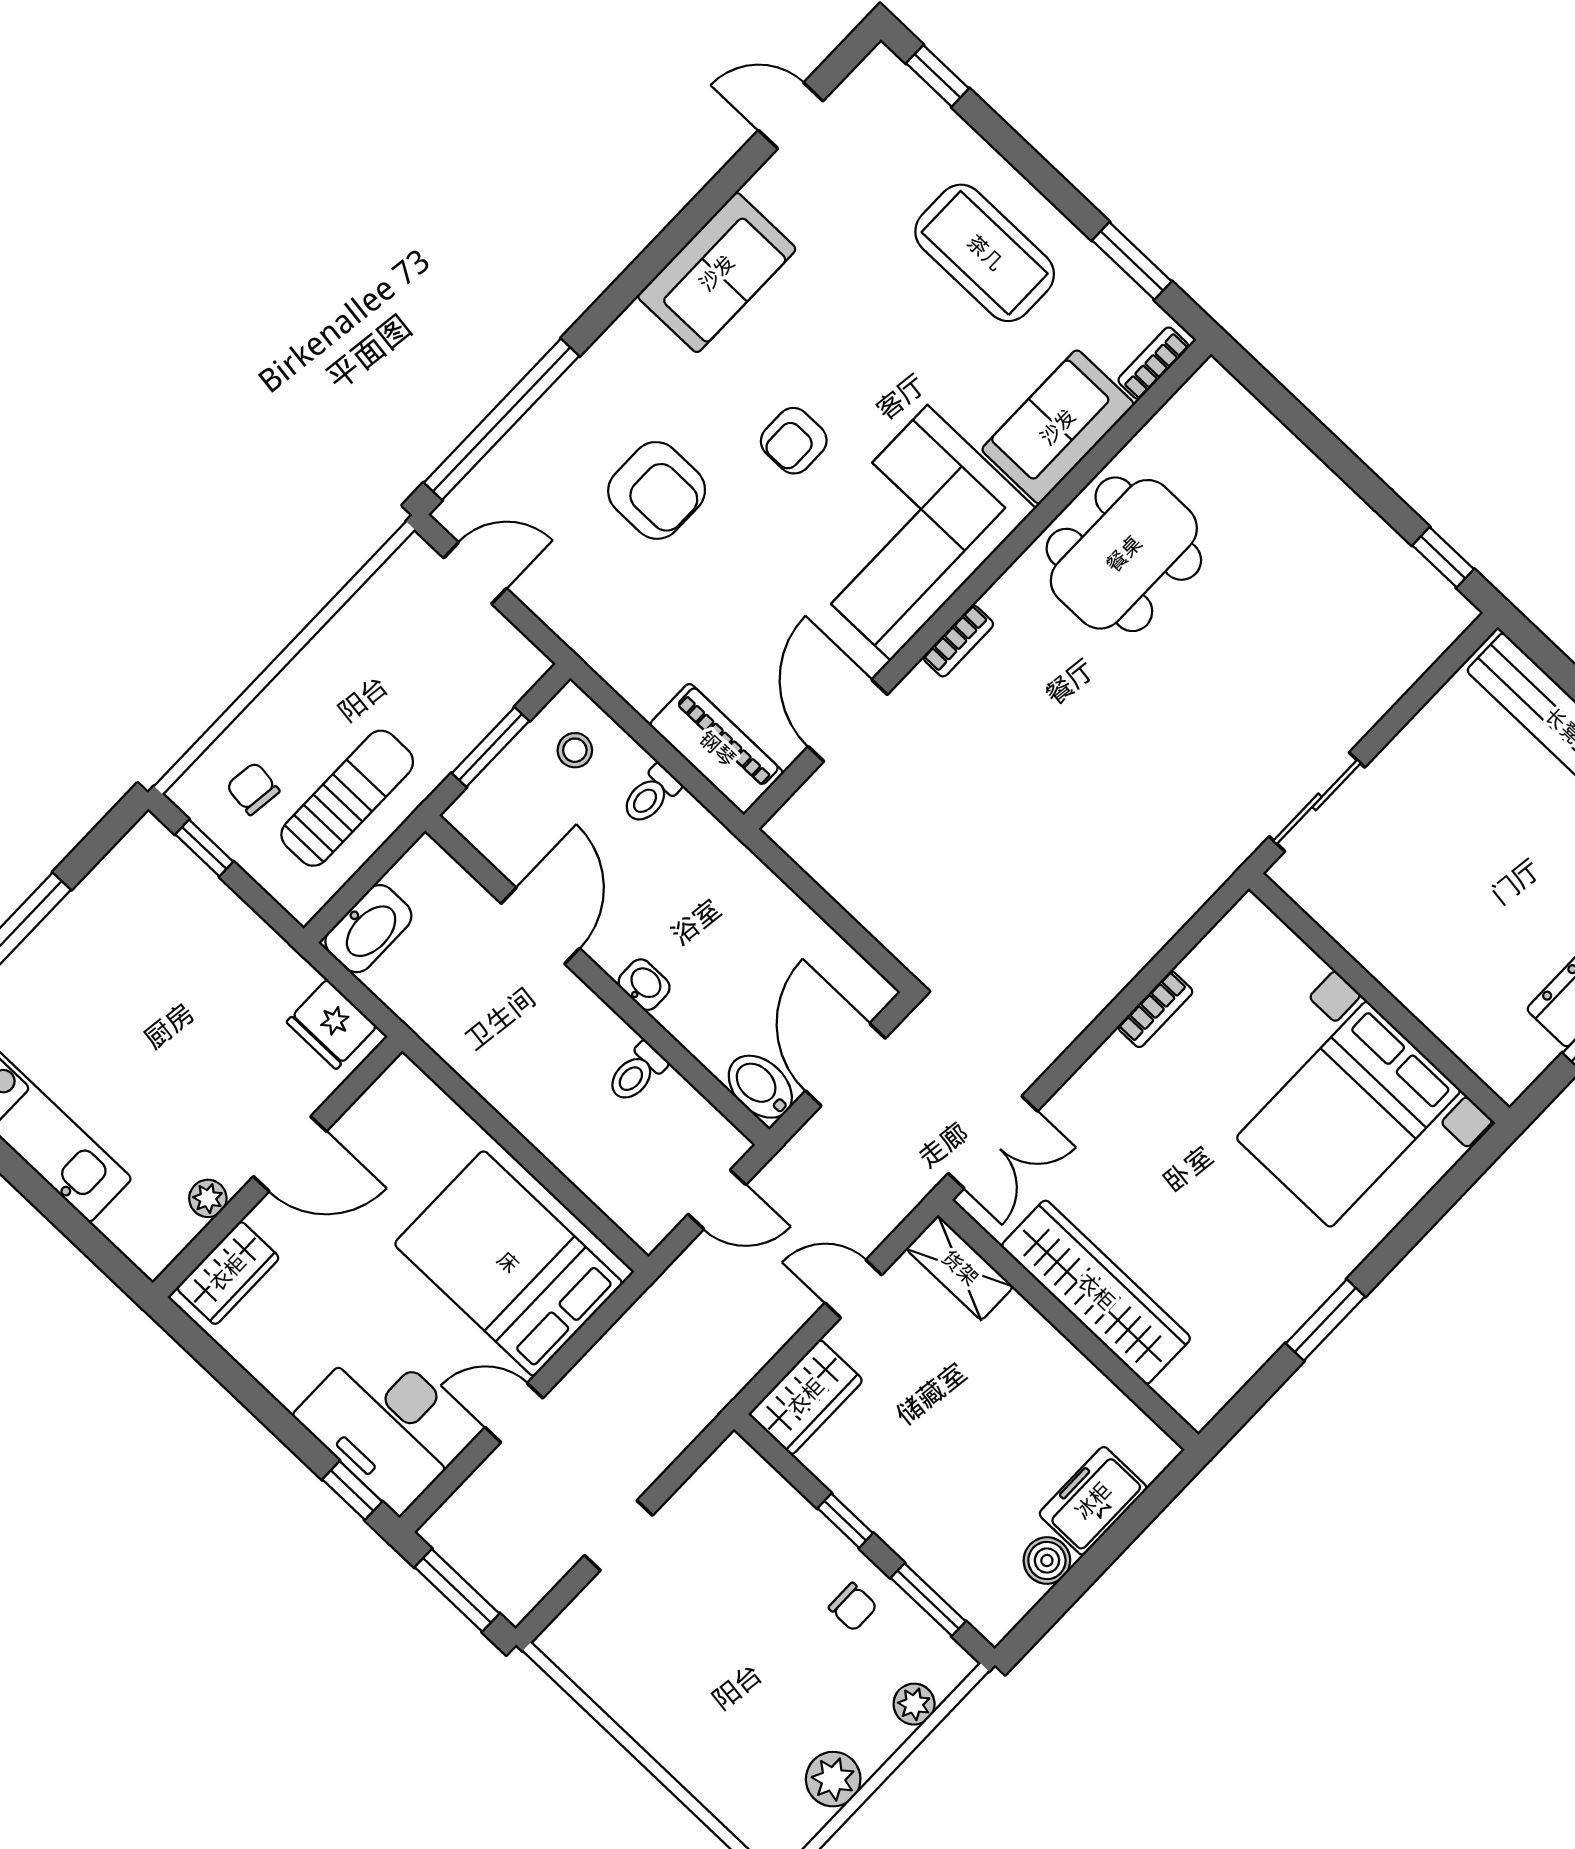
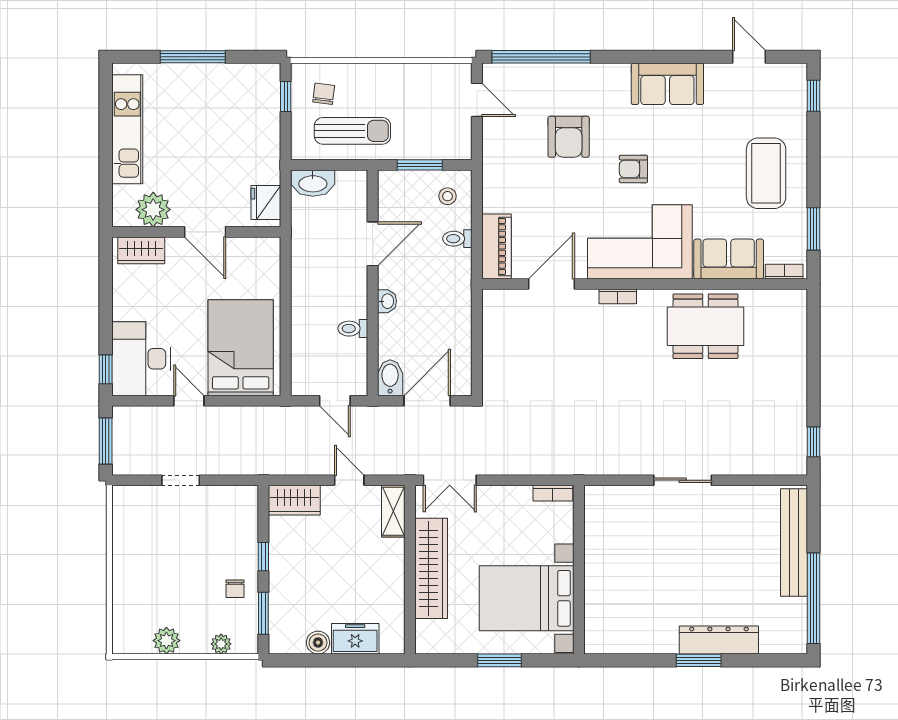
wall: (1379, 998) -> (579, 570), moved
bed with nightstands: (1348, 1114) -> (527, 598), moved
plant: (208, 1198) -> (153, 210), width x1.88, depth x1.88

